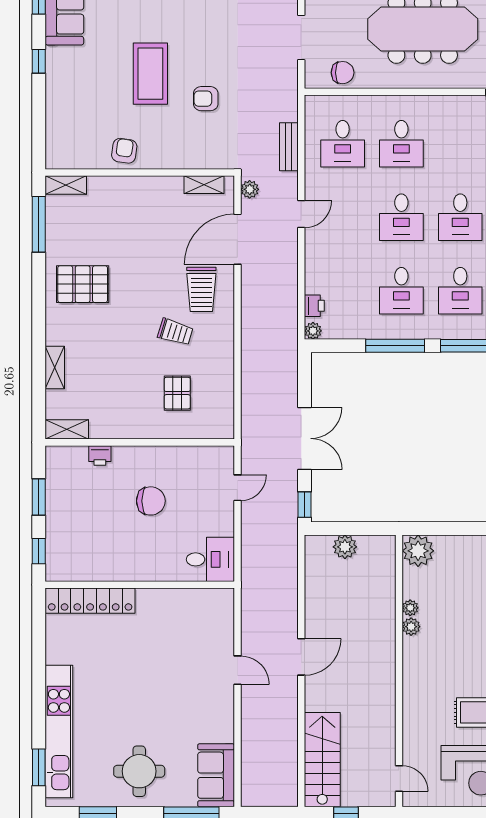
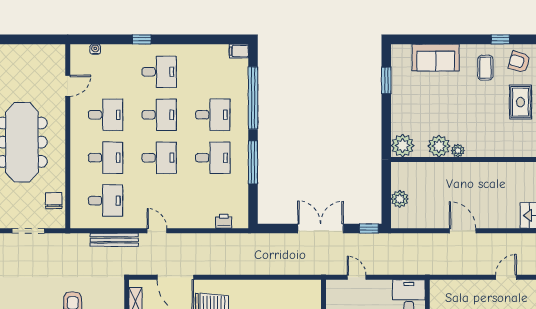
desk: (460, 144) -> (106, 115), added
bench: (289, 147) -> (114, 240), width x1.36
plant: (250, 189) -> (139, 268), removed
plant: (313, 331) -> (242, 222), removed
plant: (410, 608) -> (439, 146), width x1.87, depth x1.87
door: (301, 657) -> (463, 231), moved
door: (237, 670) -> (506, 277), moved

